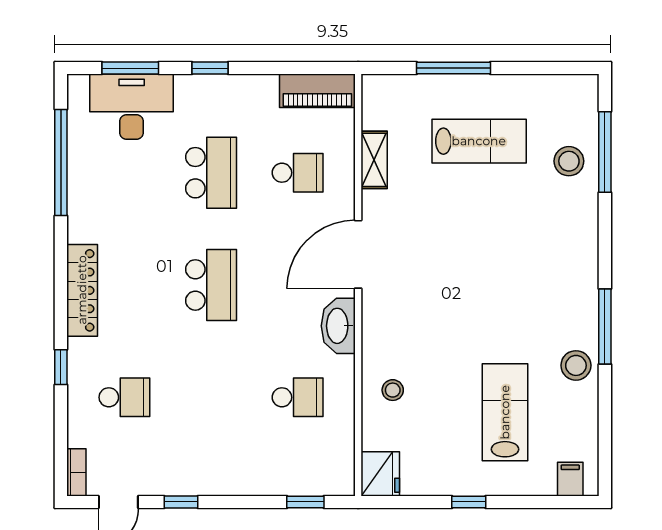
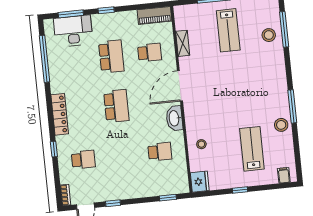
lab bench: (479, 141) -> (228, 30), turned 90

